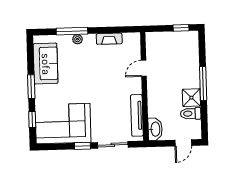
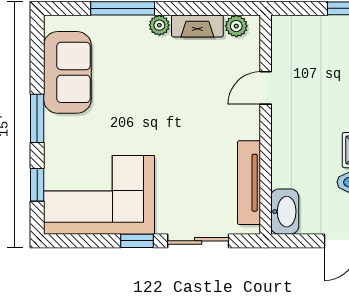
plant: (128, 38) -> (236, 26), added
plant: (78, 39) -> (159, 25), moved

